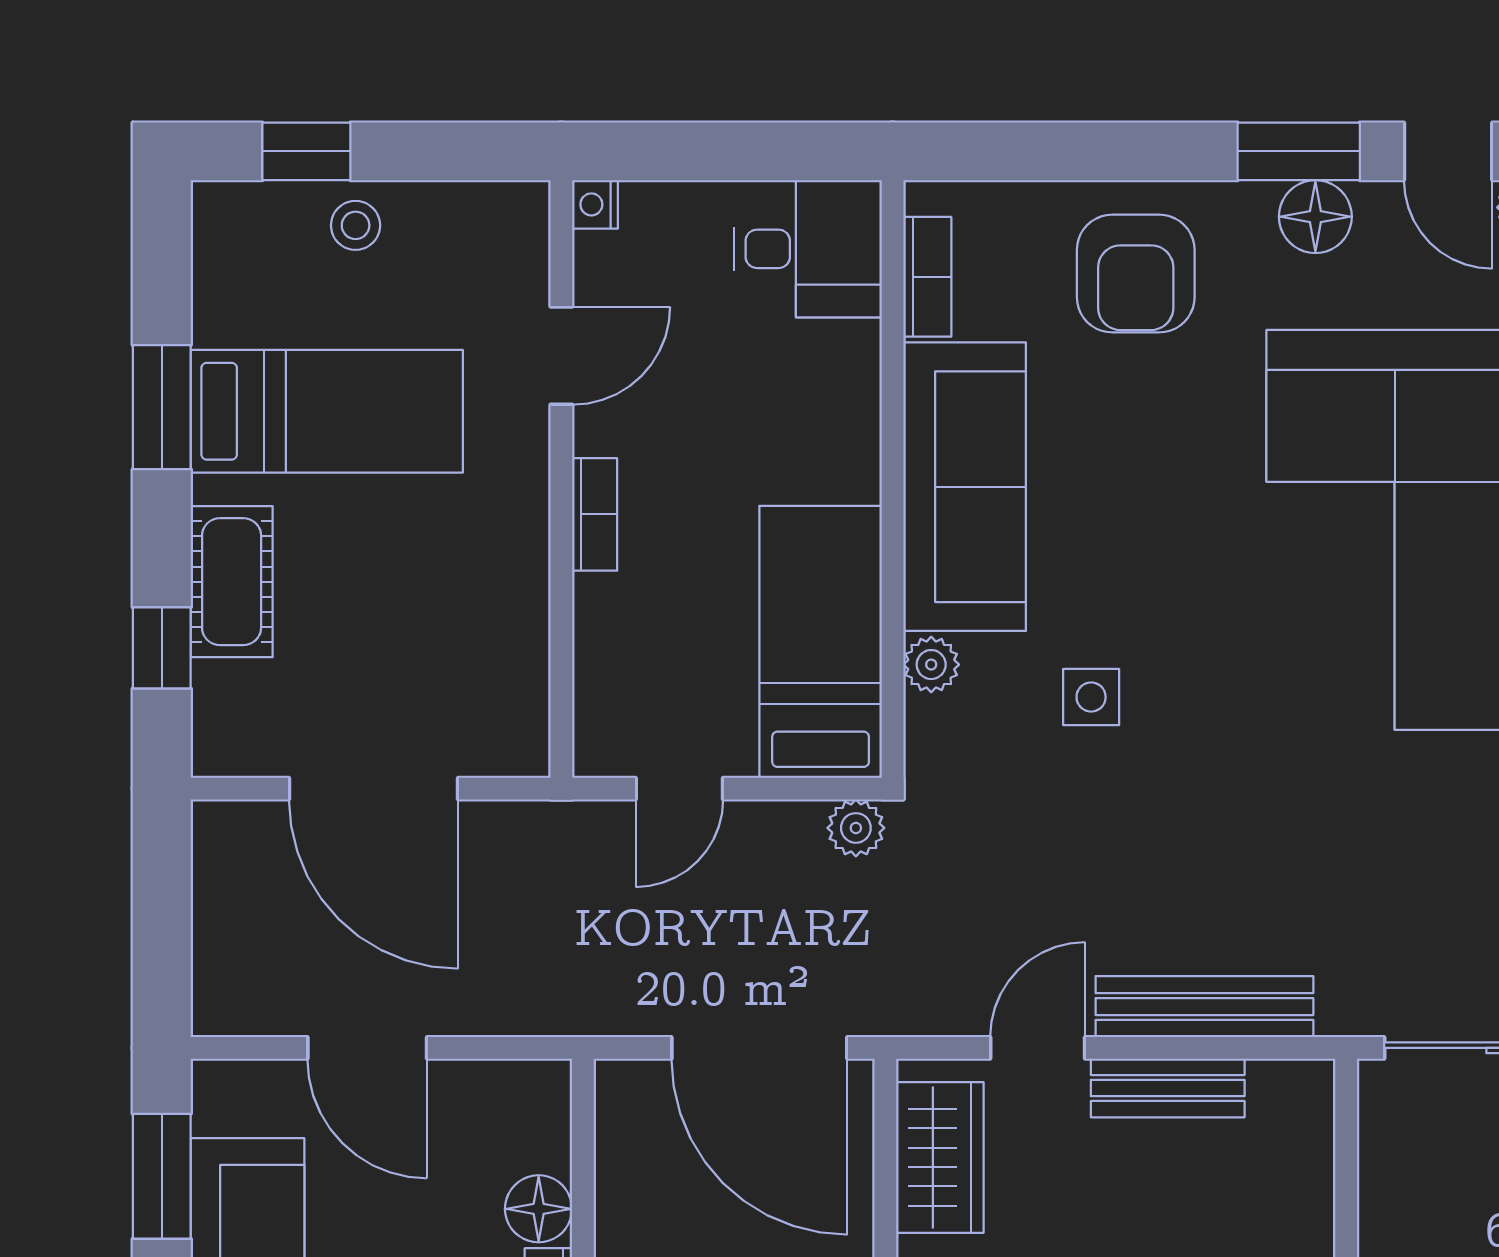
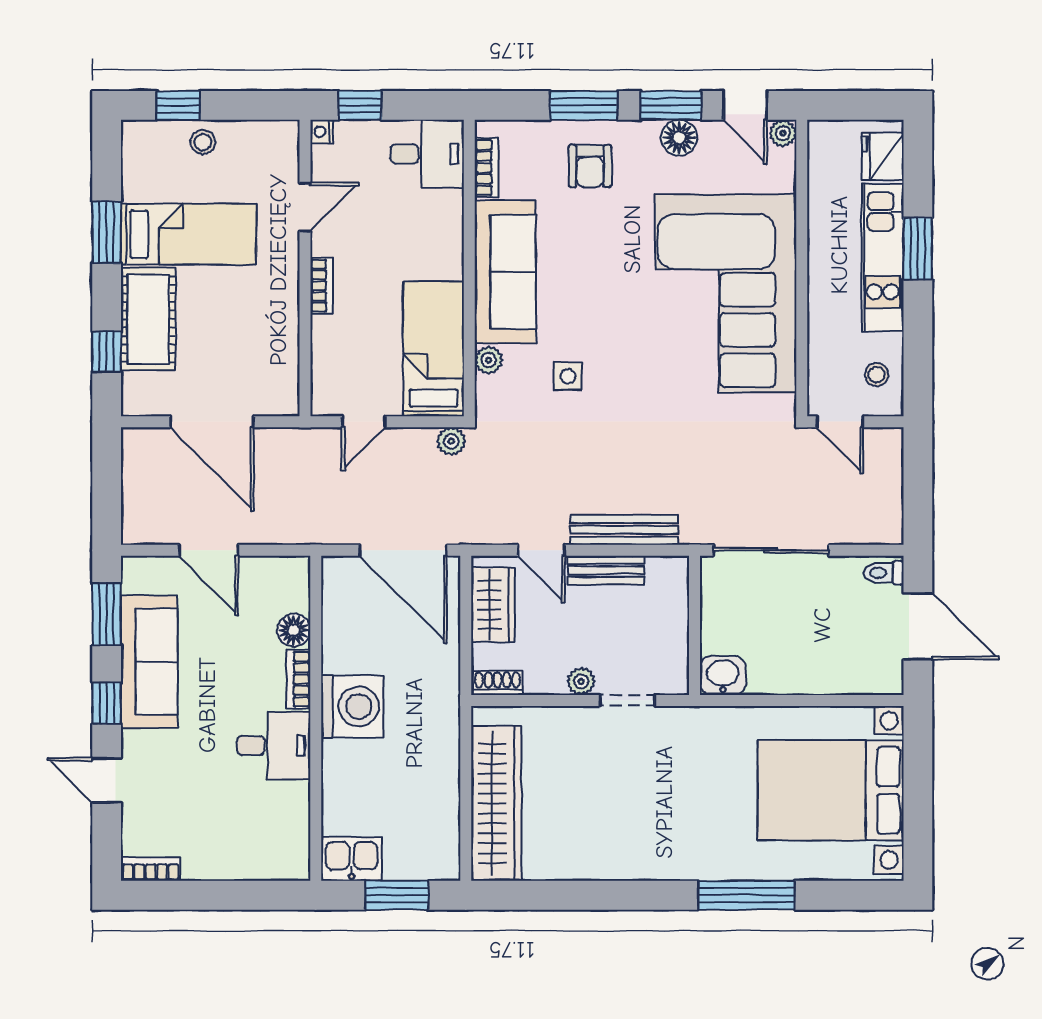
window: (673, 151) -> (360, 105), added
window: (1123, 151) -> (584, 105), added
armchair: (1136, 274) -> (590, 166), width x0.72, depth x0.72
cot: (232, 582) -> (148, 319), width x1.37, depth x1.34
door: (1038, 1048) -> (541, 550), swing flipped

